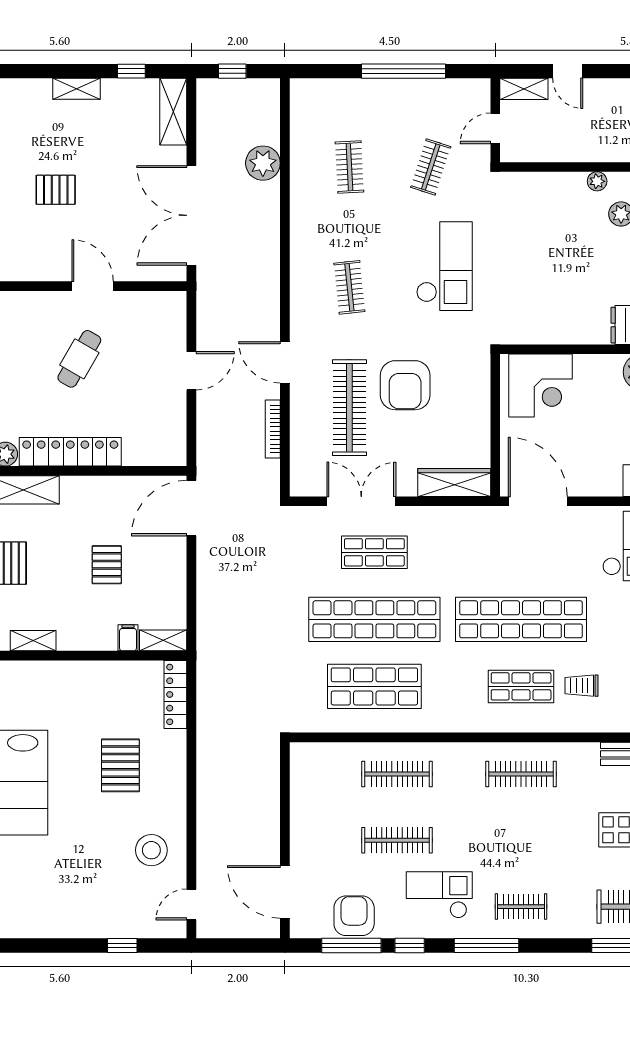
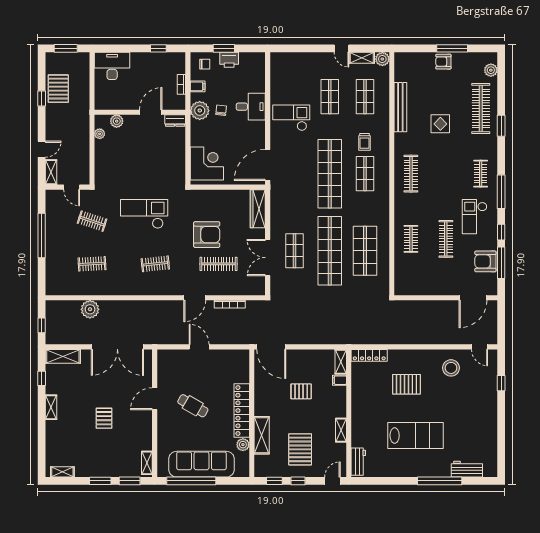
clothes rail: (349, 408) -> (219, 264), width x0.73, depth x0.76
clothes rail: (397, 774) -> (411, 239), width x0.73

